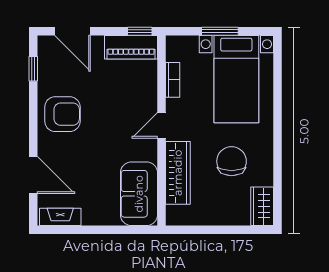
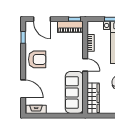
door: (162, 125) -> (85, 65), swing flipped
wardrobe: (178, 173) -> (93, 98), moved
sofa: (139, 194) -> (74, 92), width x1.36

